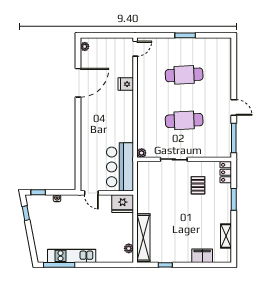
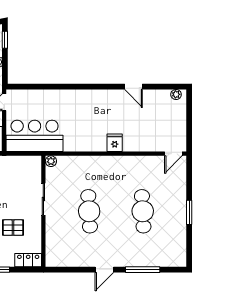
door: (135, 49) -> (173, 154), hinge flipped
door: (78, 83) -> (133, 87), width x0.53
fridge: (126, 84) -> (115, 143), moved
window: (234, 138) -> (143, 270), moved

